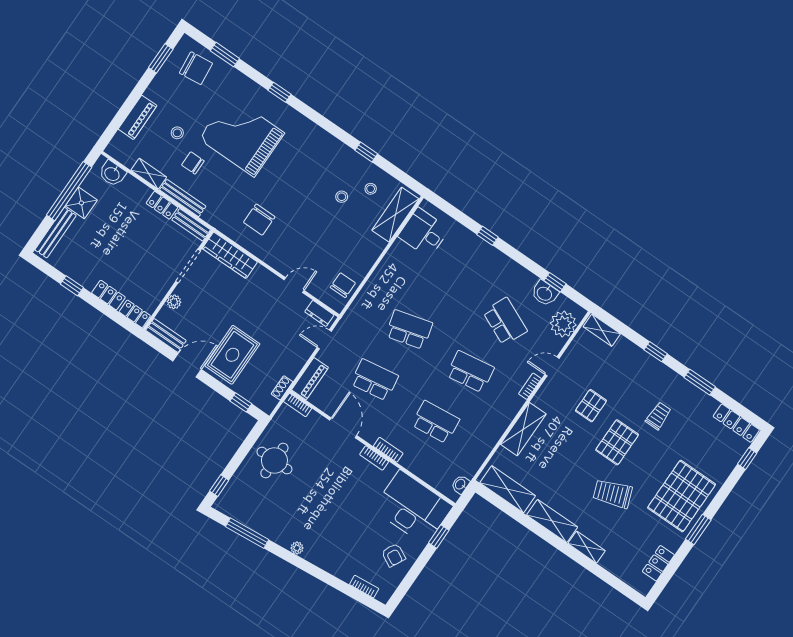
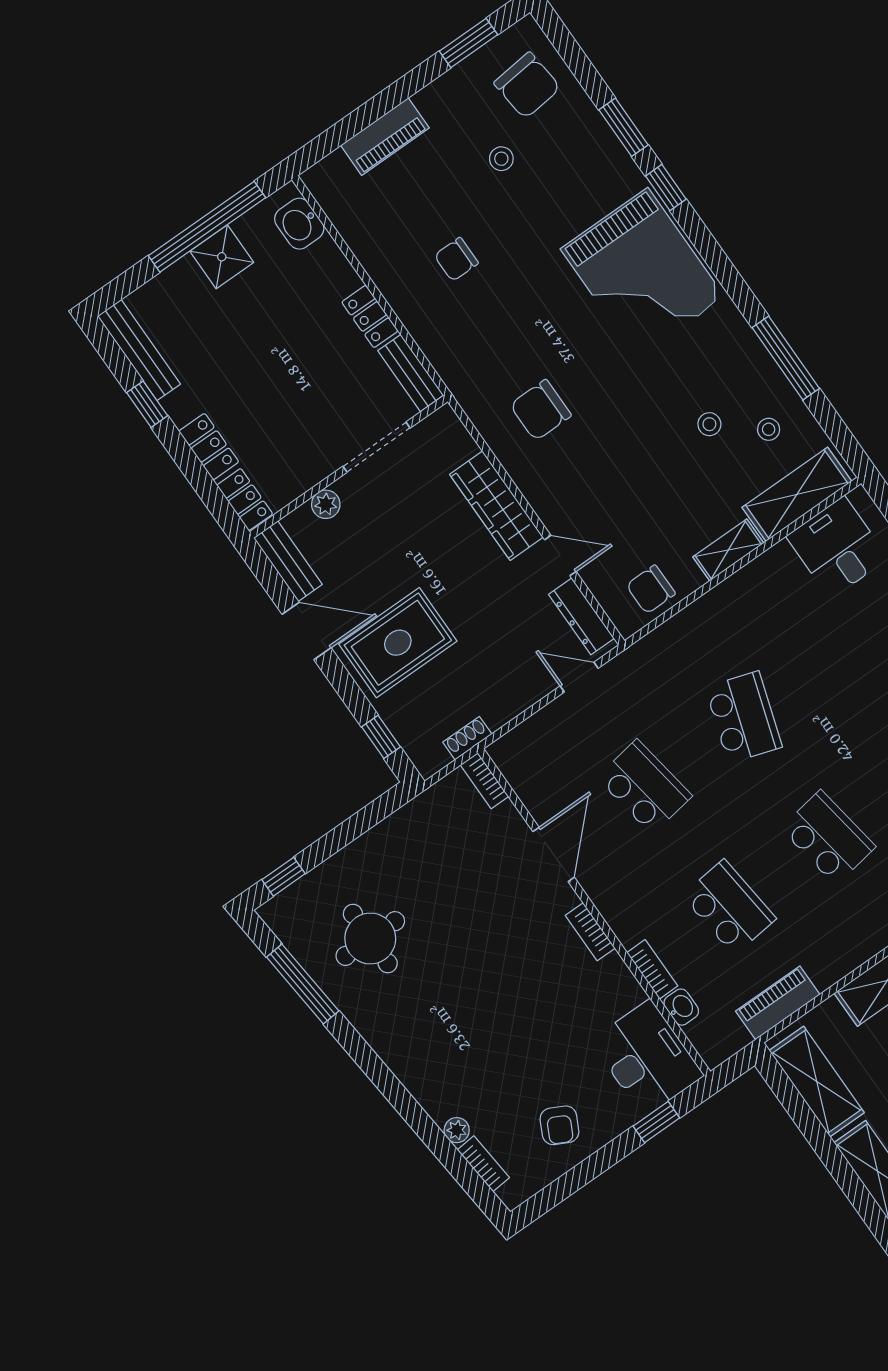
window: (225, 55) -> (624, 127), moved
stool: (177, 133) -> (501, 159), moved
grand piano: (242, 136) -> (643, 273), moved, turned 180
window: (366, 152) -> (786, 358), width x2.17
chair: (193, 163) -> (456, 259), turned -90
shelving: (149, 174) -> (728, 550), moved, turned 90
bench: (183, 198) -> (413, 318), removed
bench: (56, 233) -> (139, 350), moved, turned 90
wardrobe: (230, 255) -> (496, 506), moved
chair: (343, 285) -> (651, 589), turned 180
dresser: (319, 313) -> (581, 616), width x1.44
school desk: (409, 330) -> (744, 717), turned 33
piano: (310, 379) -> (778, 1003), moved, turned 180
bookcase: (388, 450) -> (652, 969), moved
round table: (274, 461) -> (370, 939), moved
washbasin: (460, 484) -> (681, 1007), moved, turned 90
desk: (413, 508) -> (647, 1058), width x0.73, depth x0.77
plant: (297, 548) -> (457, 1130), moved

